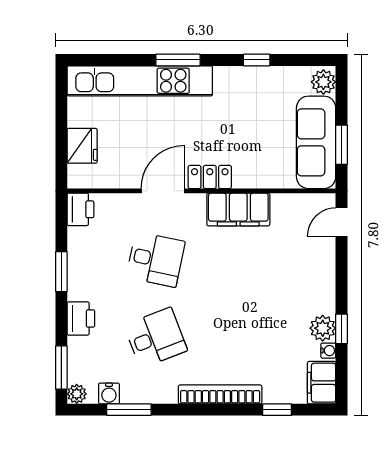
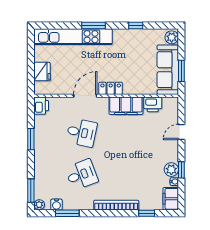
door: (342, 222) -> (181, 132), moved
printer: (81, 318) -> (153, 104), moved, turned 90

